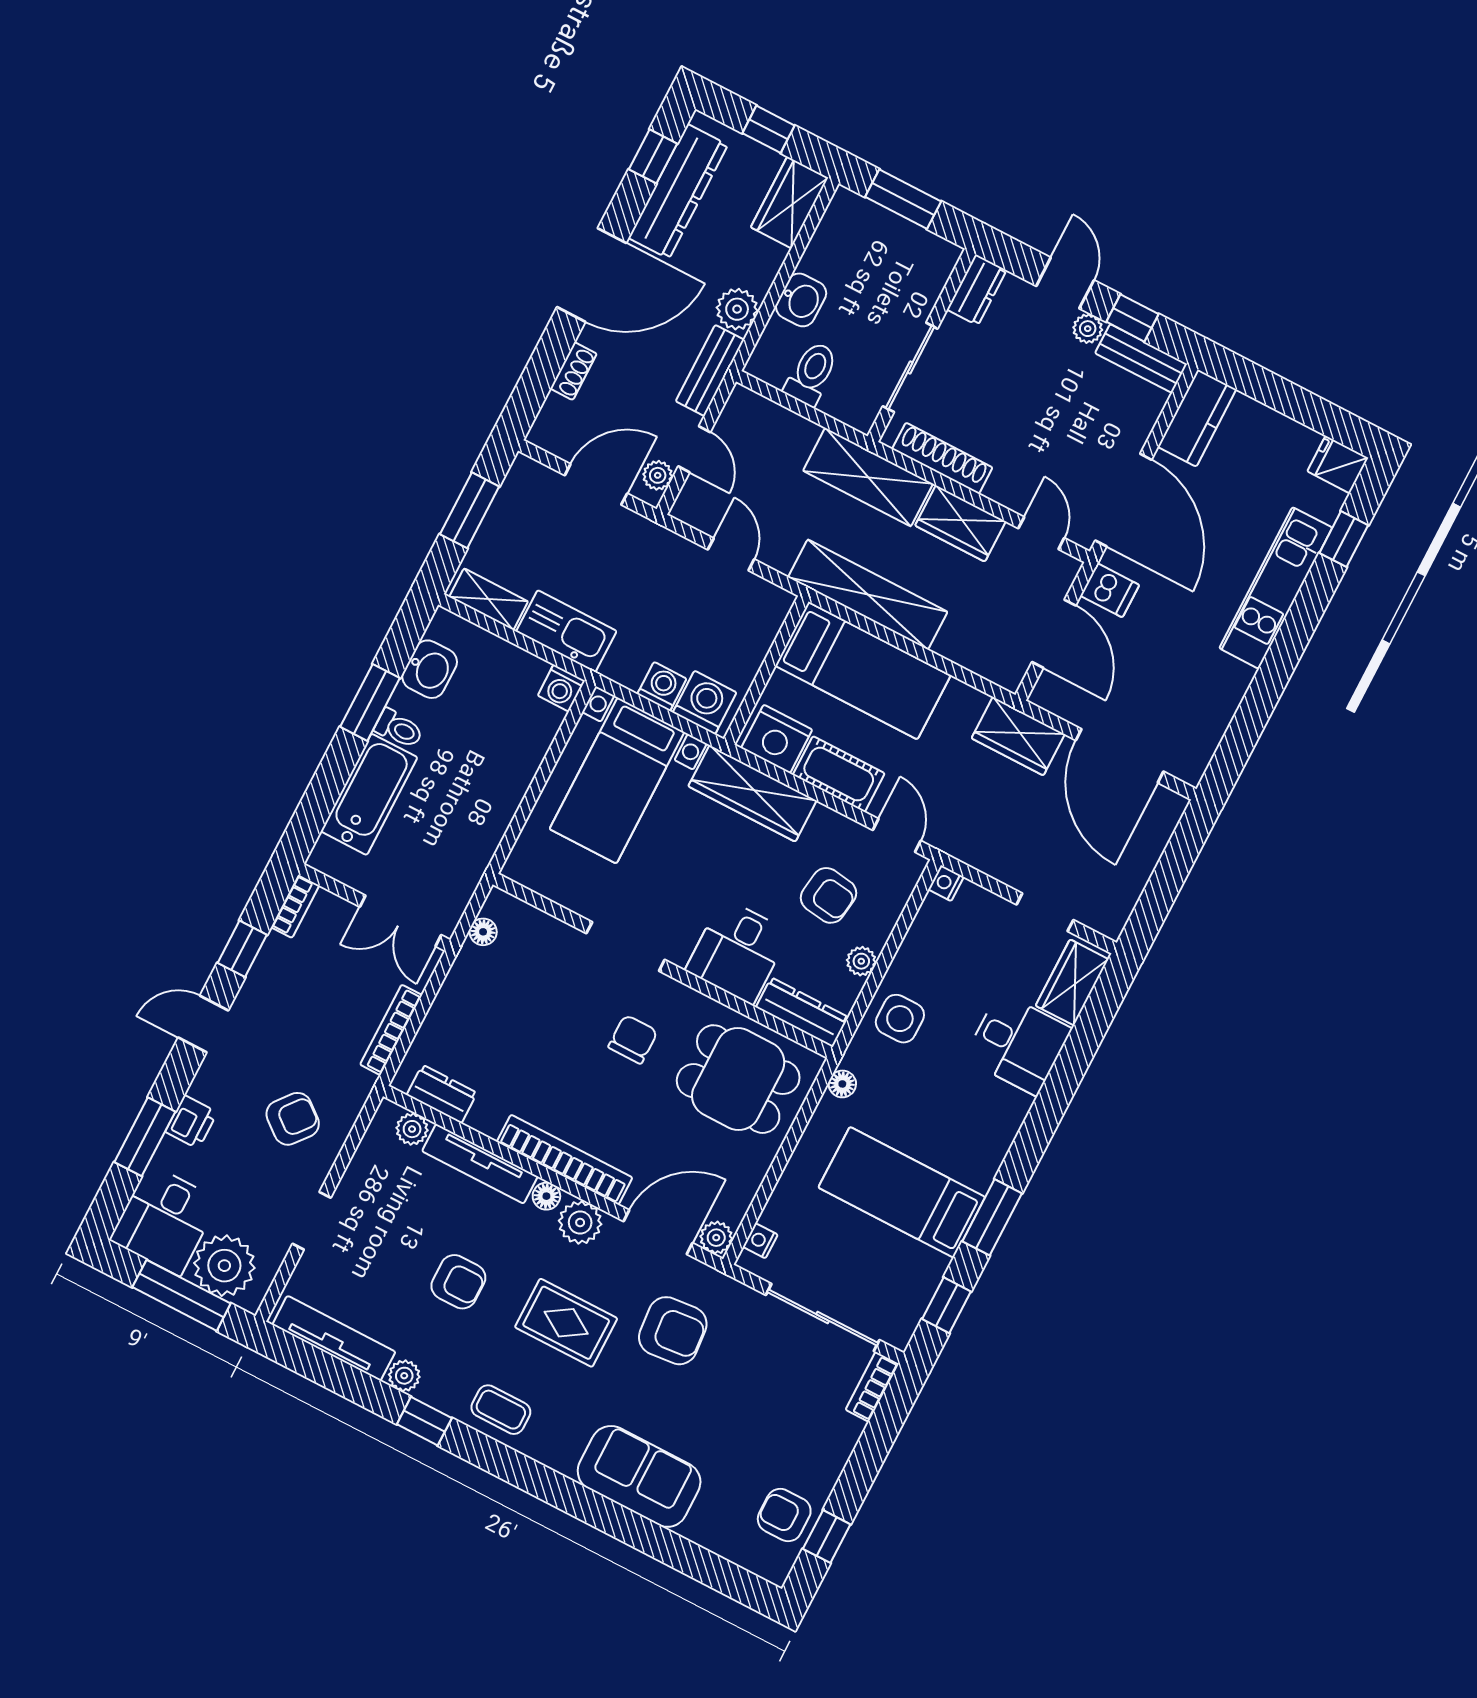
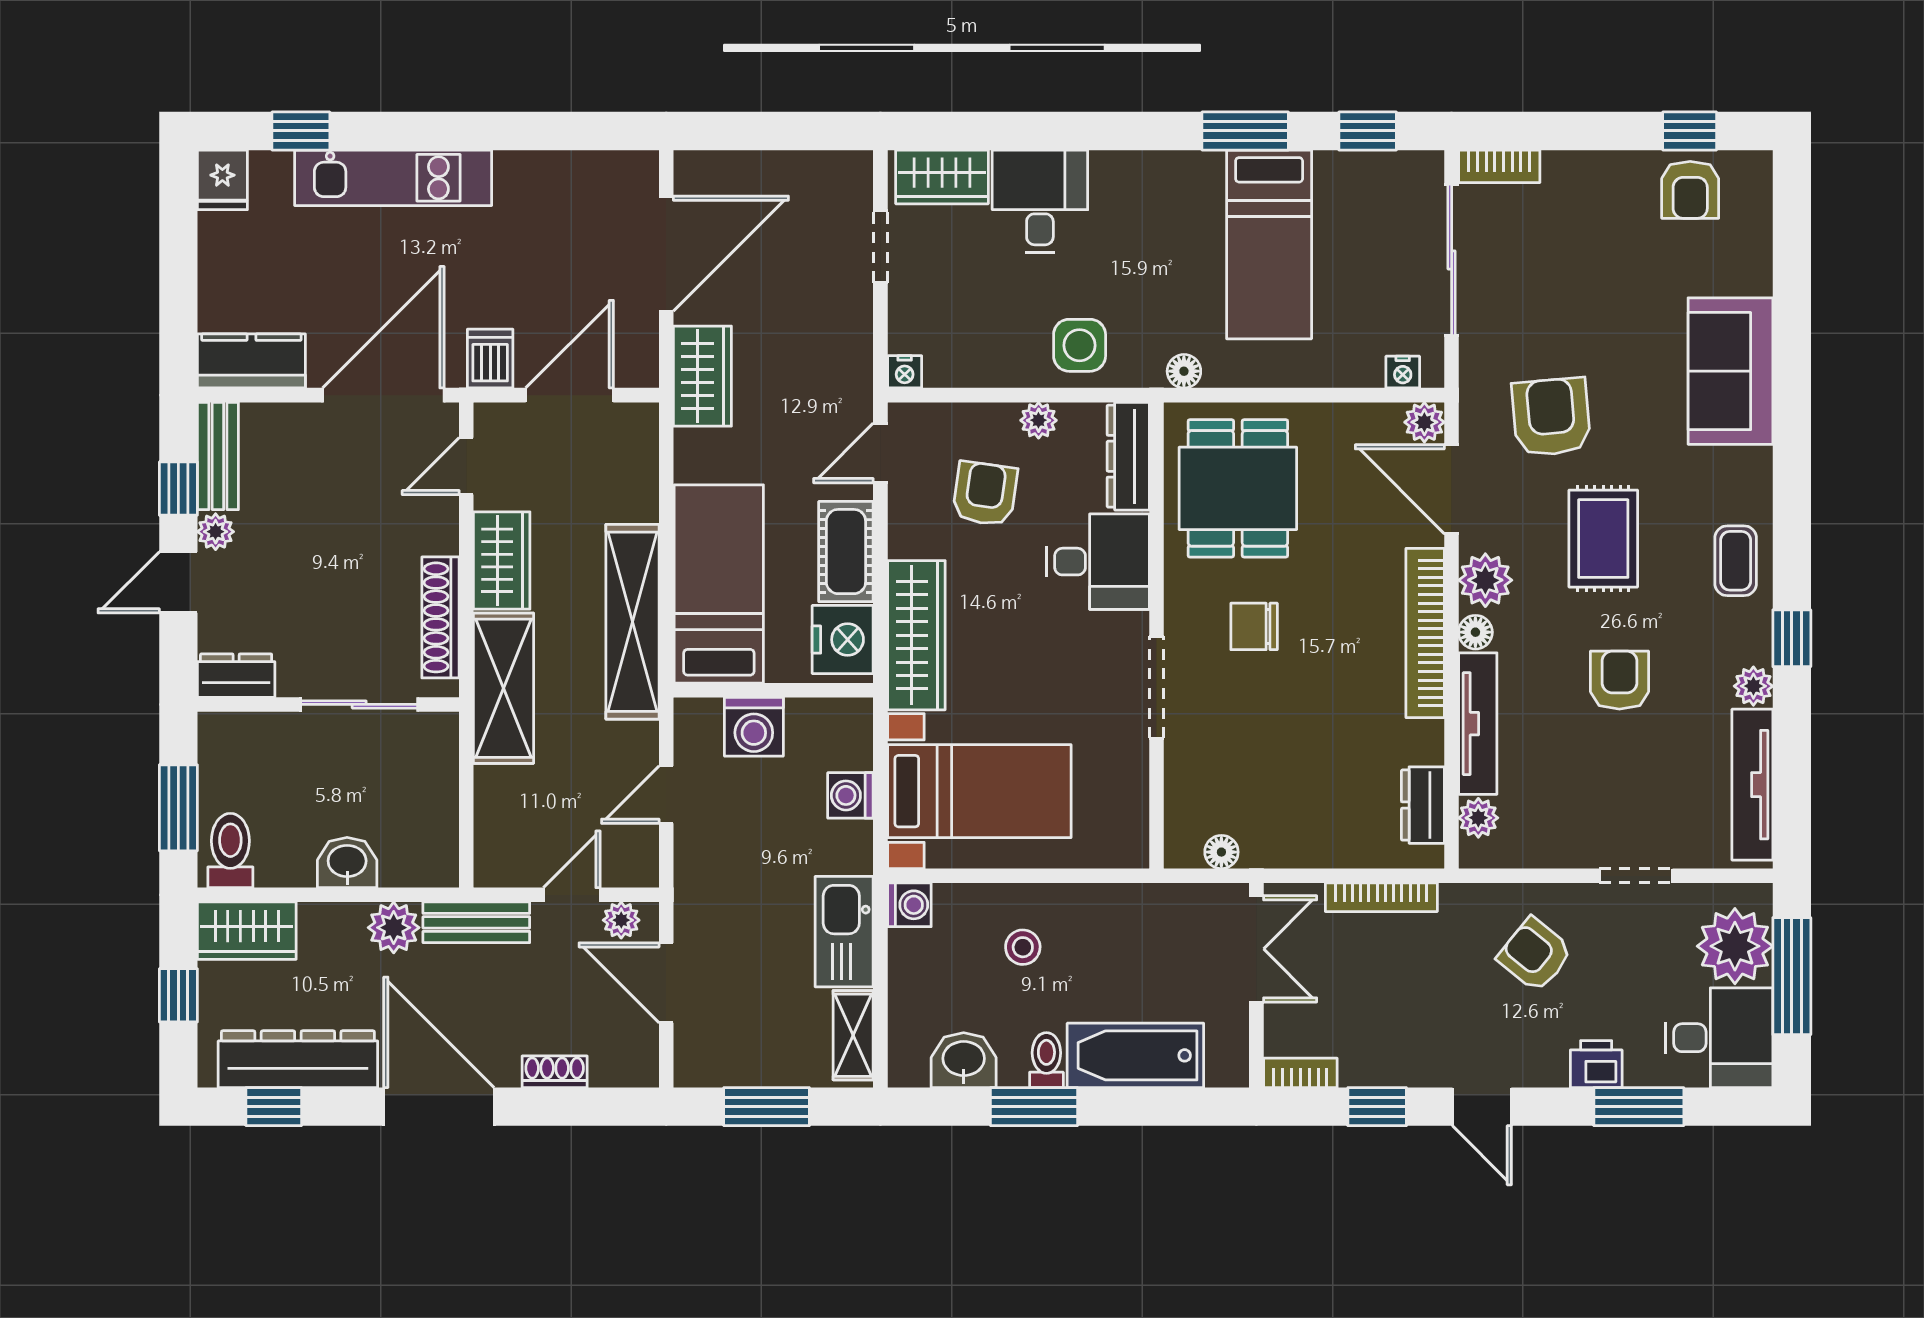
toilet: (811, 374) -> (230, 851), moved, turned 90
washing machine: (705, 703) -> (754, 727), moved, turned -90
stool: (489, 754) -> (1023, 947), added

